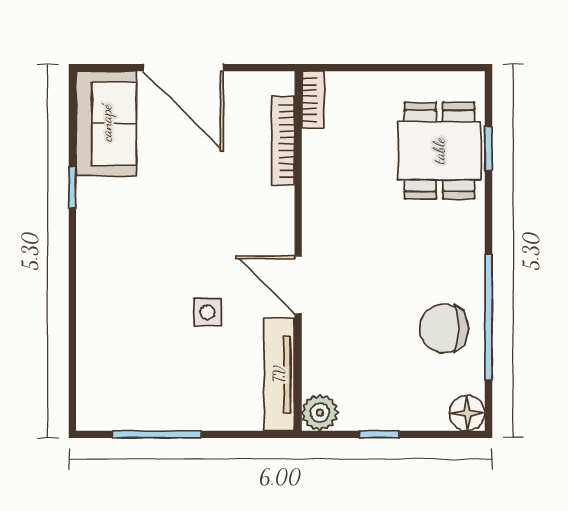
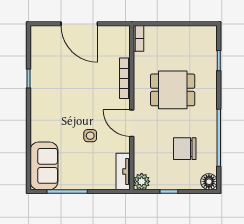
sofa: (106, 123) -> (44, 166), moved
bookcase: (283, 141) -> (125, 78), moved
dining table: (439, 151) -> (173, 90), moved, turned 90
chair: (444, 328) -> (185, 149), moved
tv unit: (279, 374) -> (123, 172), width x0.71

